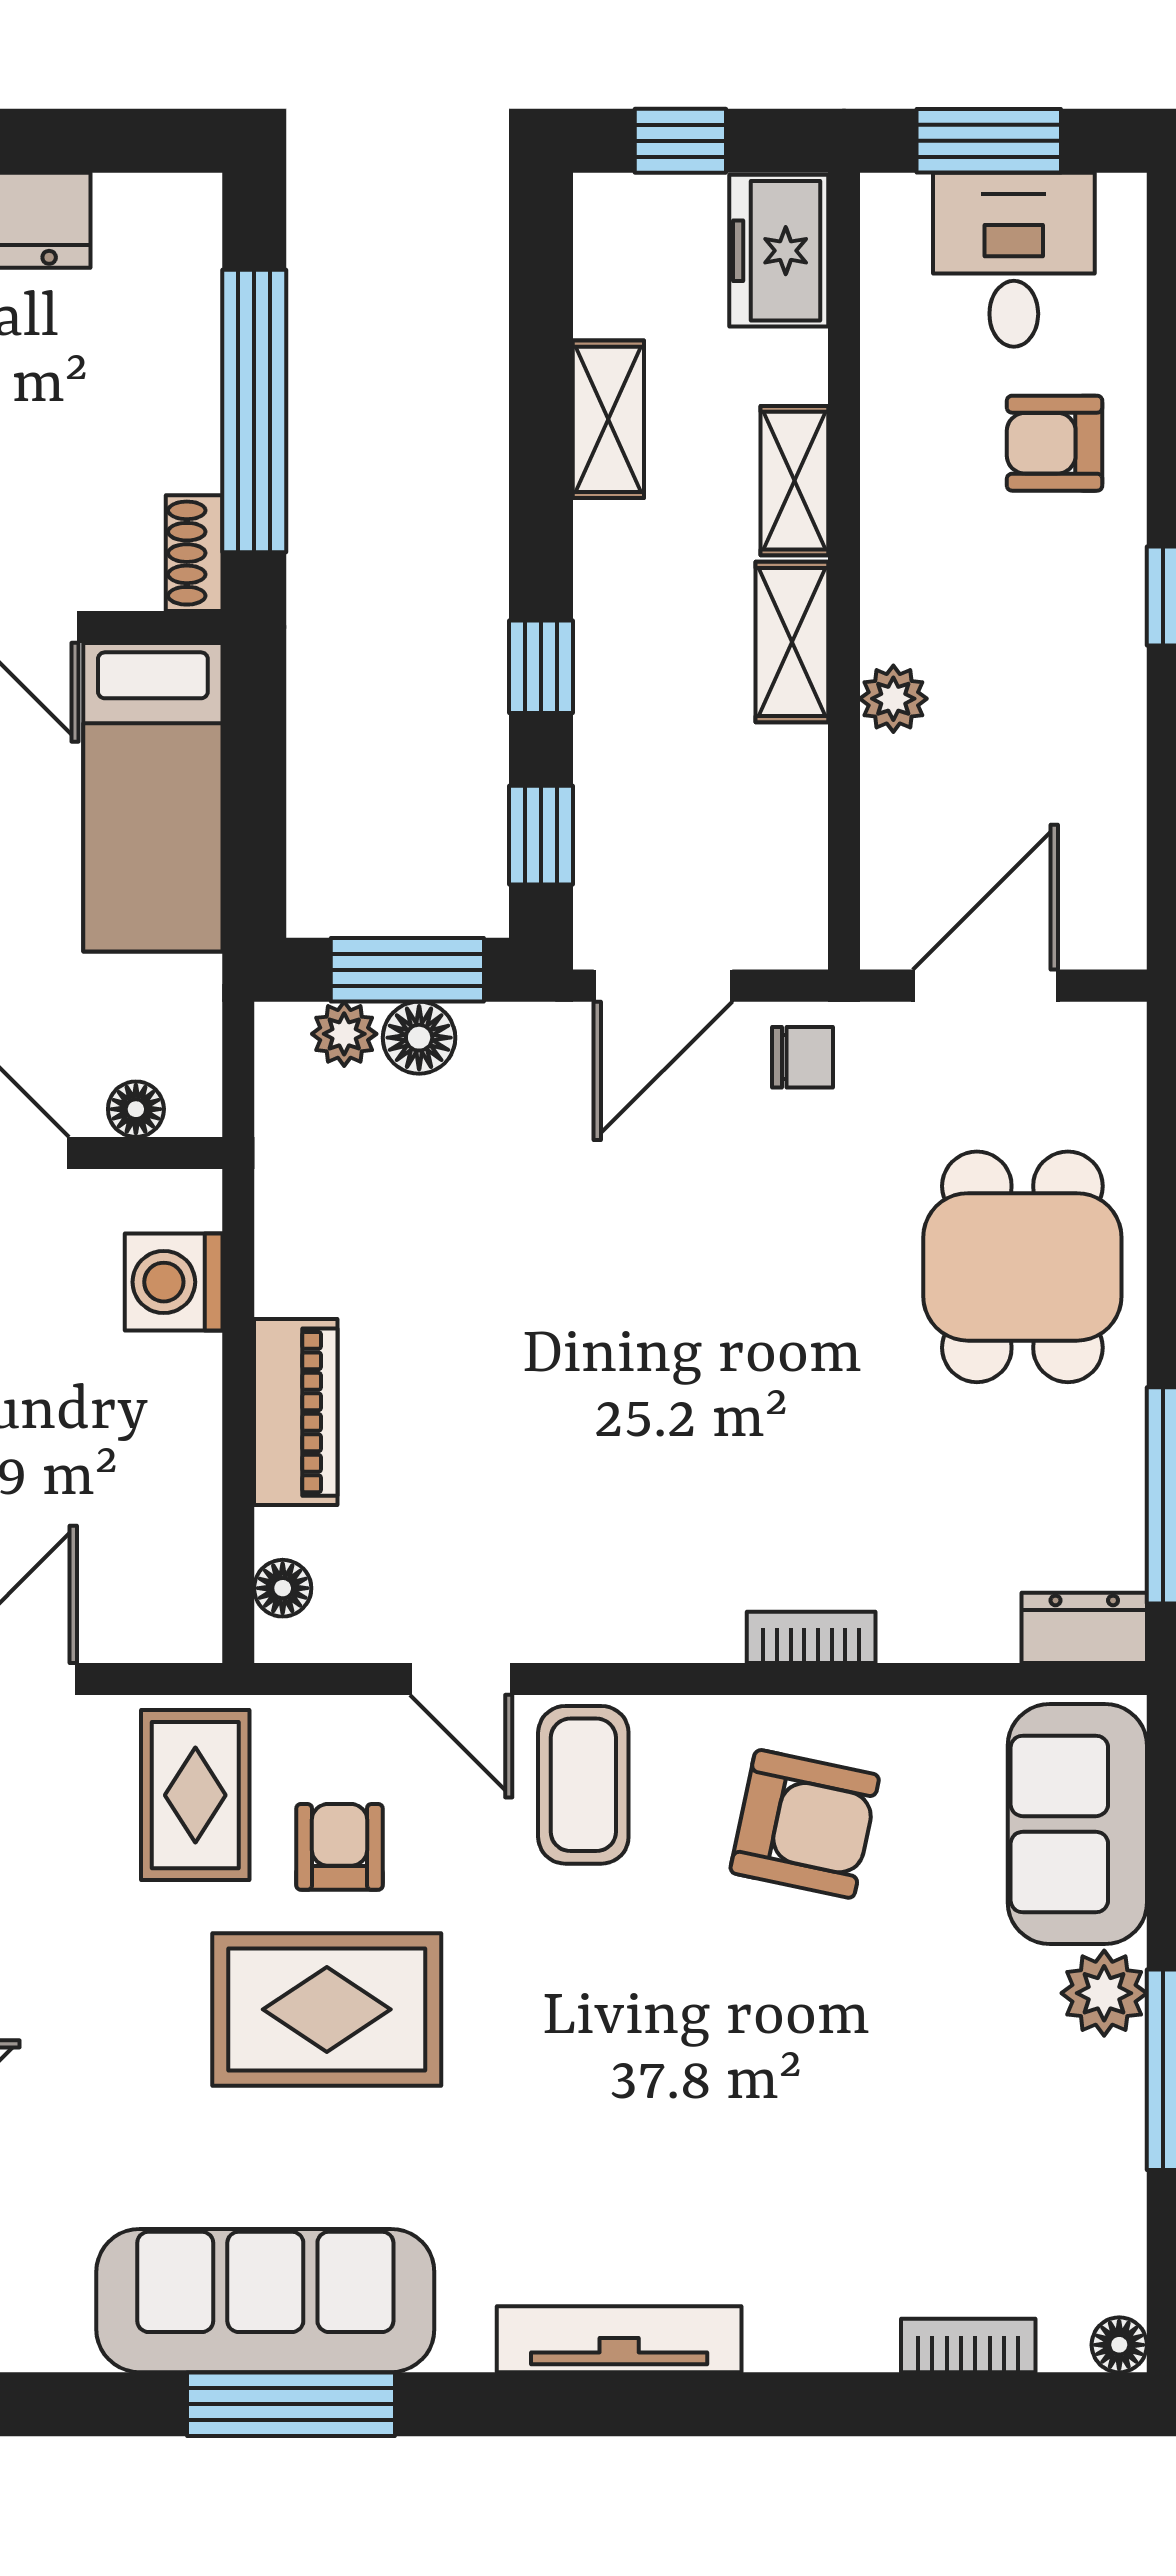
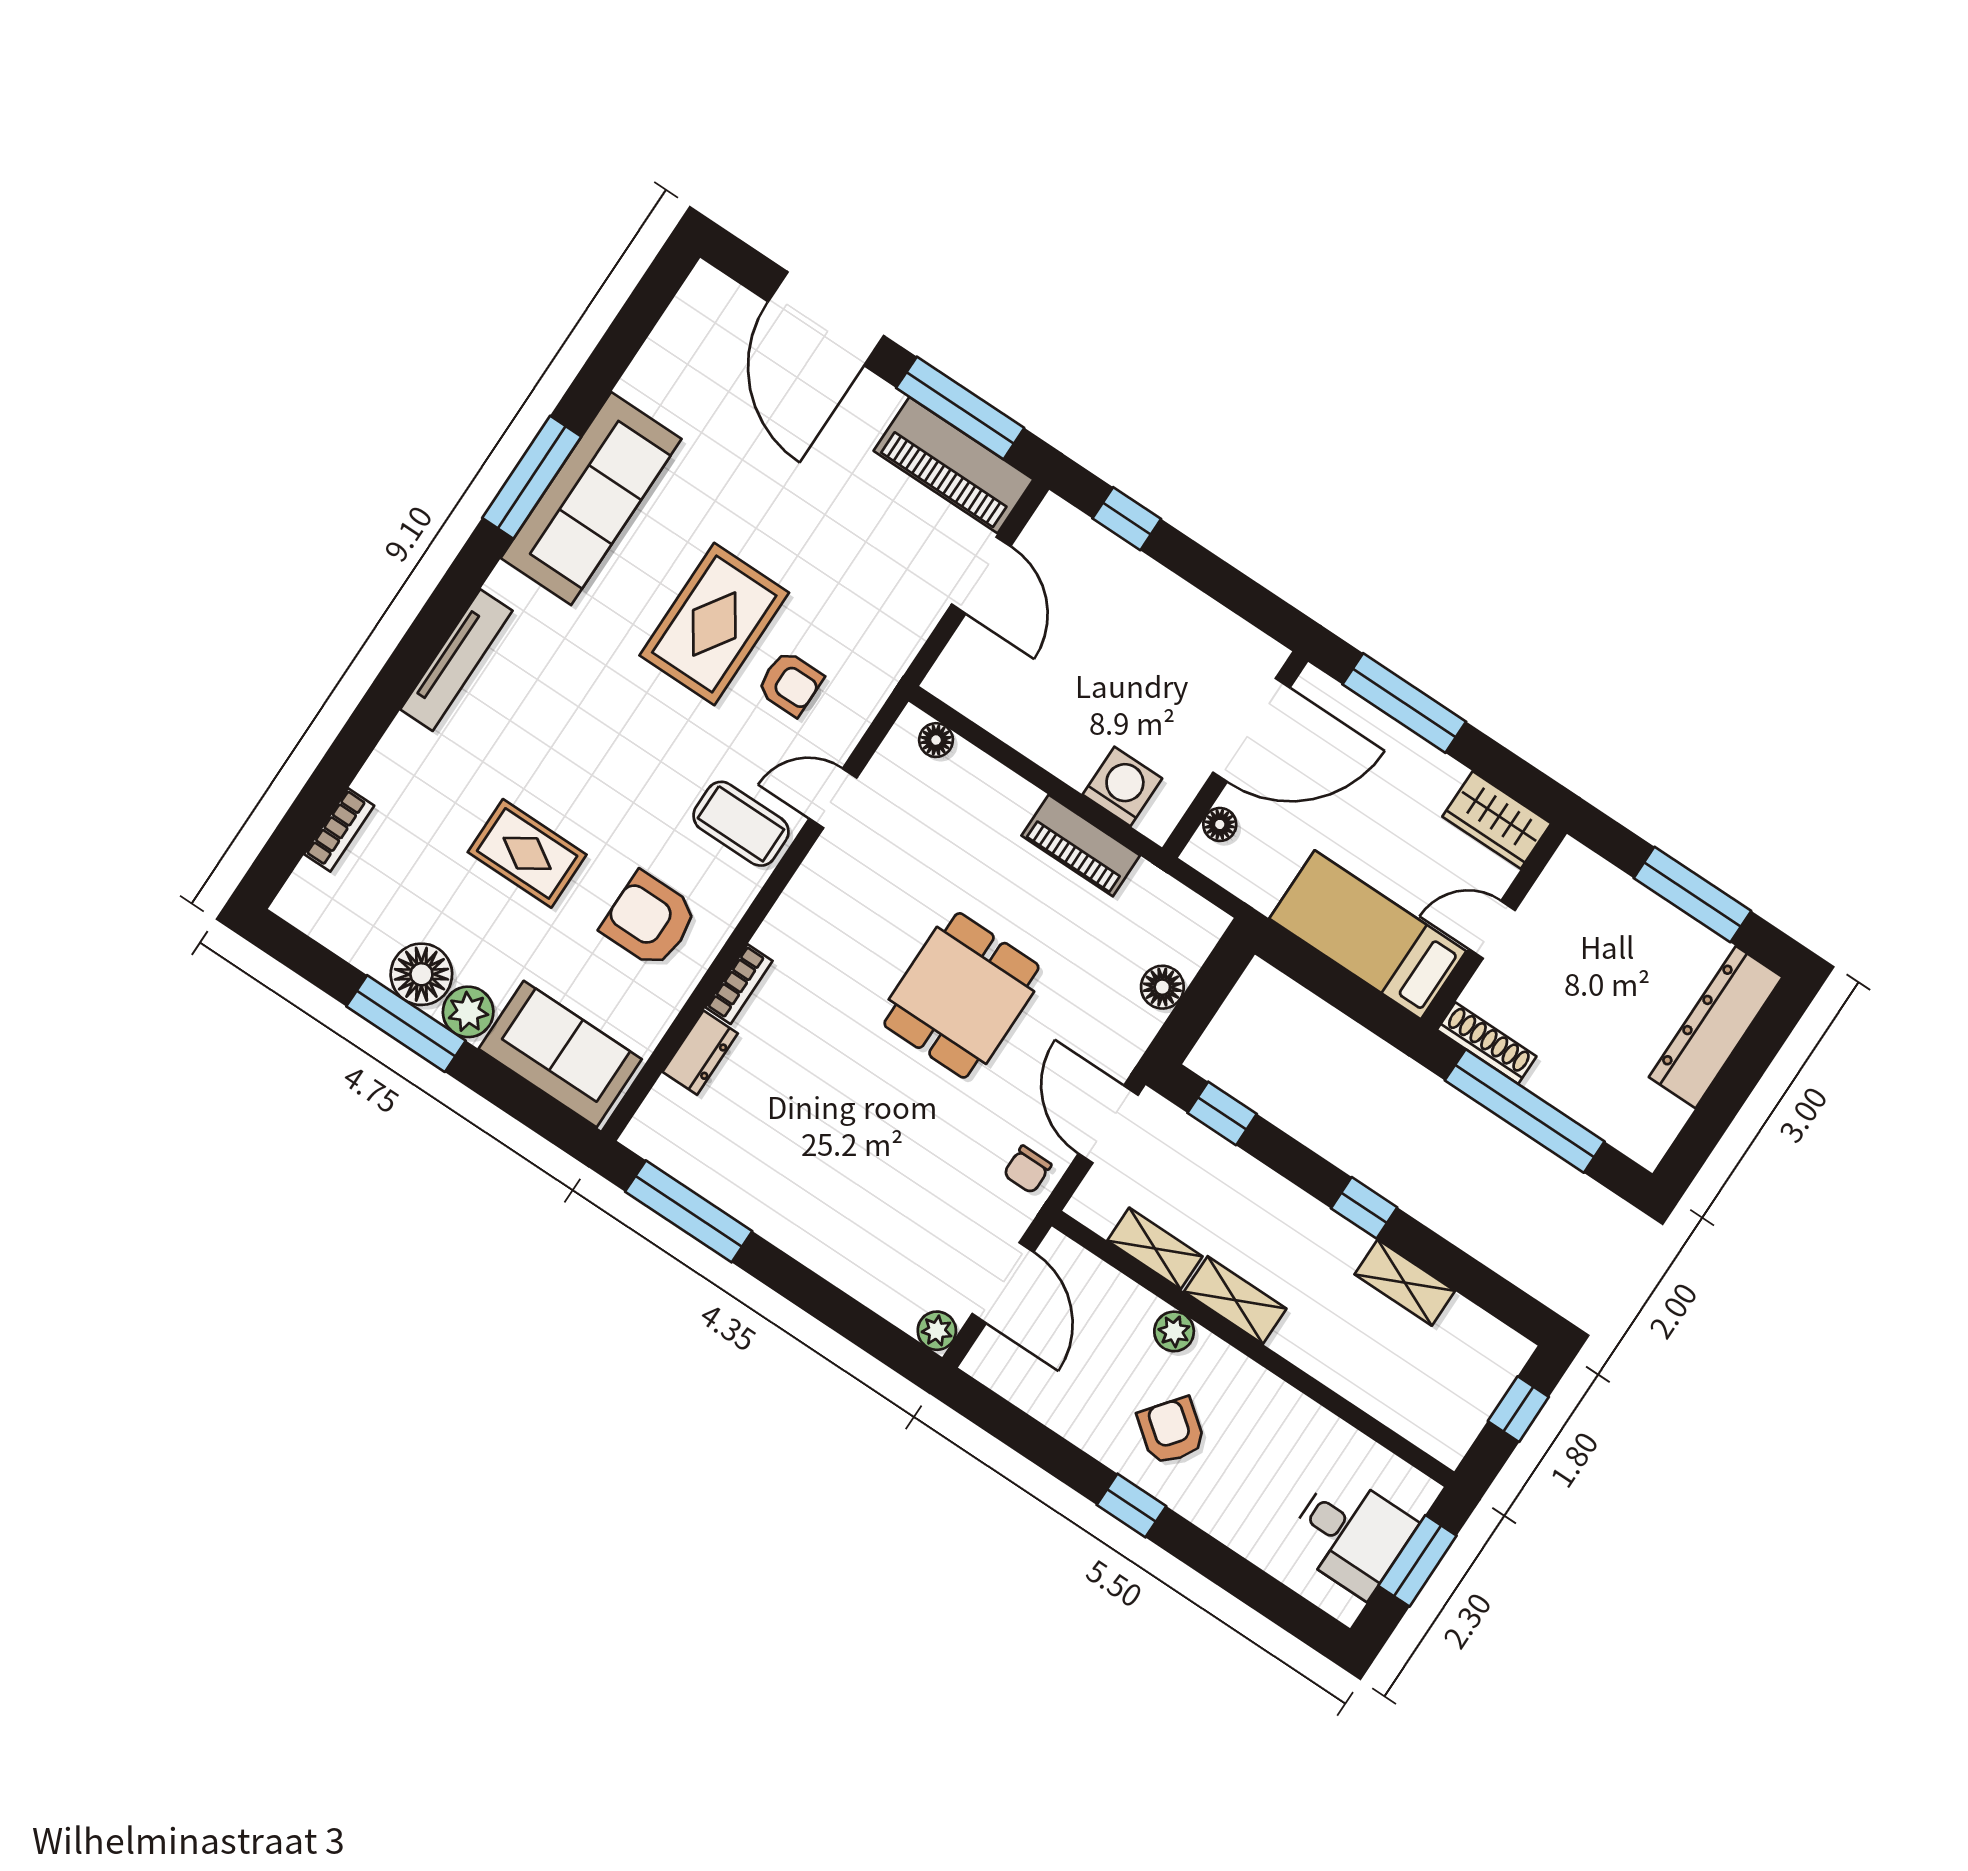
freezer: (779, 251) -> (1432, 1421), removed
armchair: (1055, 443) -> (1171, 1431), moved, turned -52
shelving: (794, 481) -> (1155, 1248), moved
shoe rack: (194, 553) -> (1487, 1043), width x1.43
window: (541, 667) -> (1364, 1208), moved
window: (407, 970) -> (1200, 1004), removed
plant: (344, 1034) -> (937, 1331), moved
dining table: (1022, 1267) -> (961, 995), moved, turned 90
piano: (296, 1412) -> (1081, 846), moved
dresser: (1084, 1628) -> (700, 1053), moved
rug: (195, 1795) -> (527, 853), moved
armchair: (805, 1824) -> (649, 920), turned 78
floor lamp: (1119, 2345) -> (421, 974), moved, width x1.89, depth x1.89

